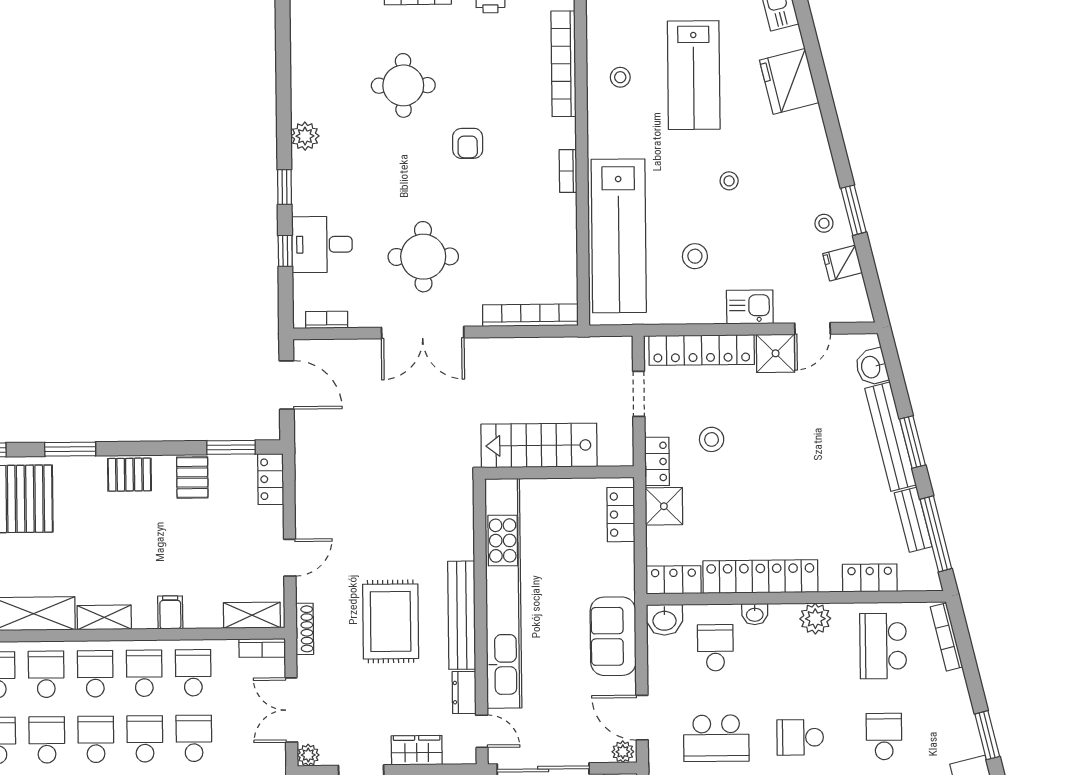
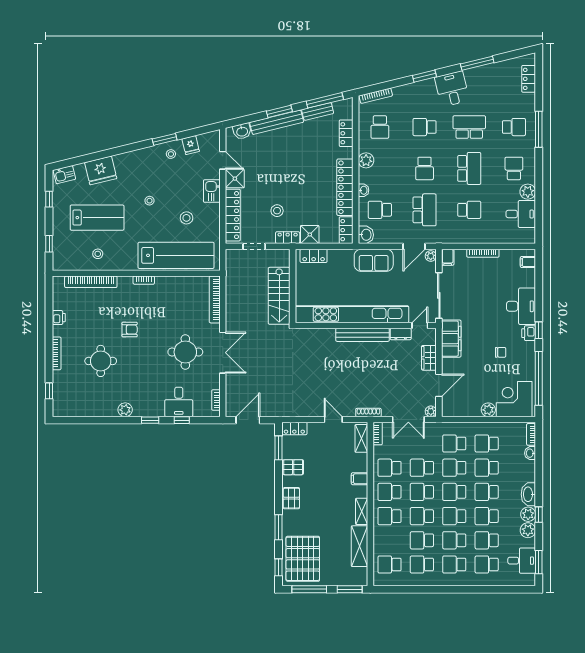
rug: (391, 621) -> (365, 370), removed
school desk: (883, 646) -> (380, 127), width x0.54
school desk: (46, 674) -> (390, 540), removed

